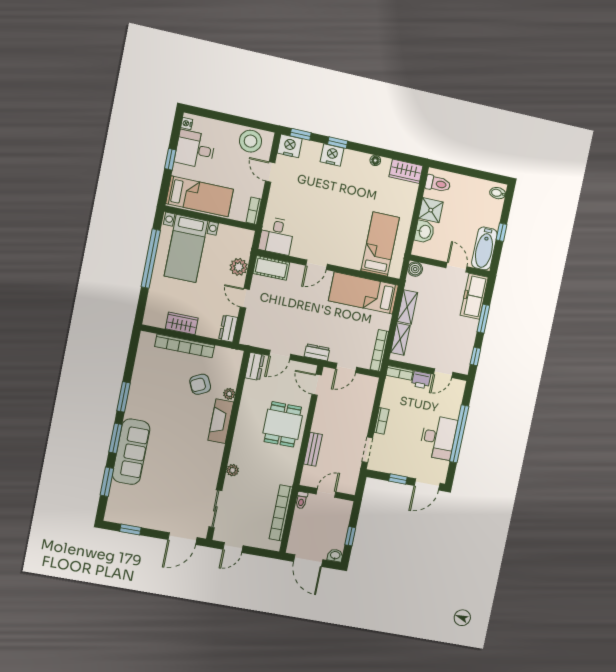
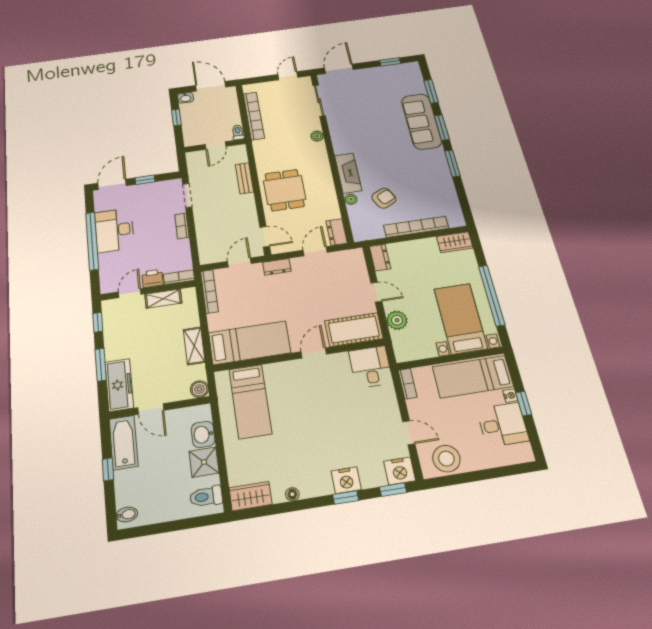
nightstand: (187, 123) -> (510, 396), moved
cot: (271, 268) -> (354, 330), width x1.37, depth x1.34
wardrobe: (182, 323) -> (455, 242), moved
shelving: (400, 339) -> (163, 299), moved, turned 90

